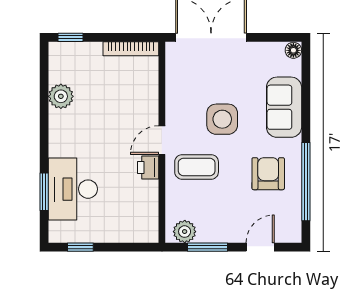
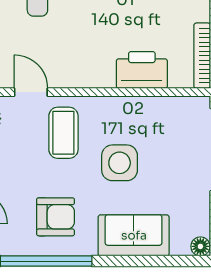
door: (162, 140) -> (31, 92), moved
printer: (148, 168) -> (142, 70), moved, width x1.87, depth x1.48

